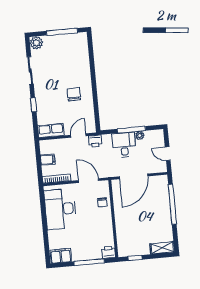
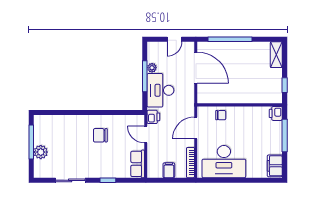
plant: (36, 43) -> (41, 152), moved
desk: (124, 145) -> (160, 90), width x1.37
door: (134, 176) -> (196, 68), moved

